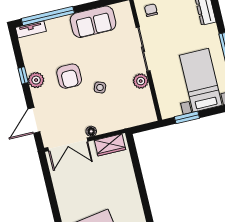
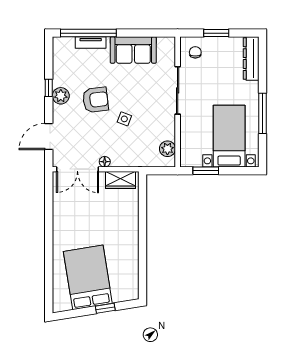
tv unit: (31, 29) -> (91, 43), moved
armchair: (69, 76) -> (95, 100), turned -97
plant: (141, 81) -> (167, 149), moved

